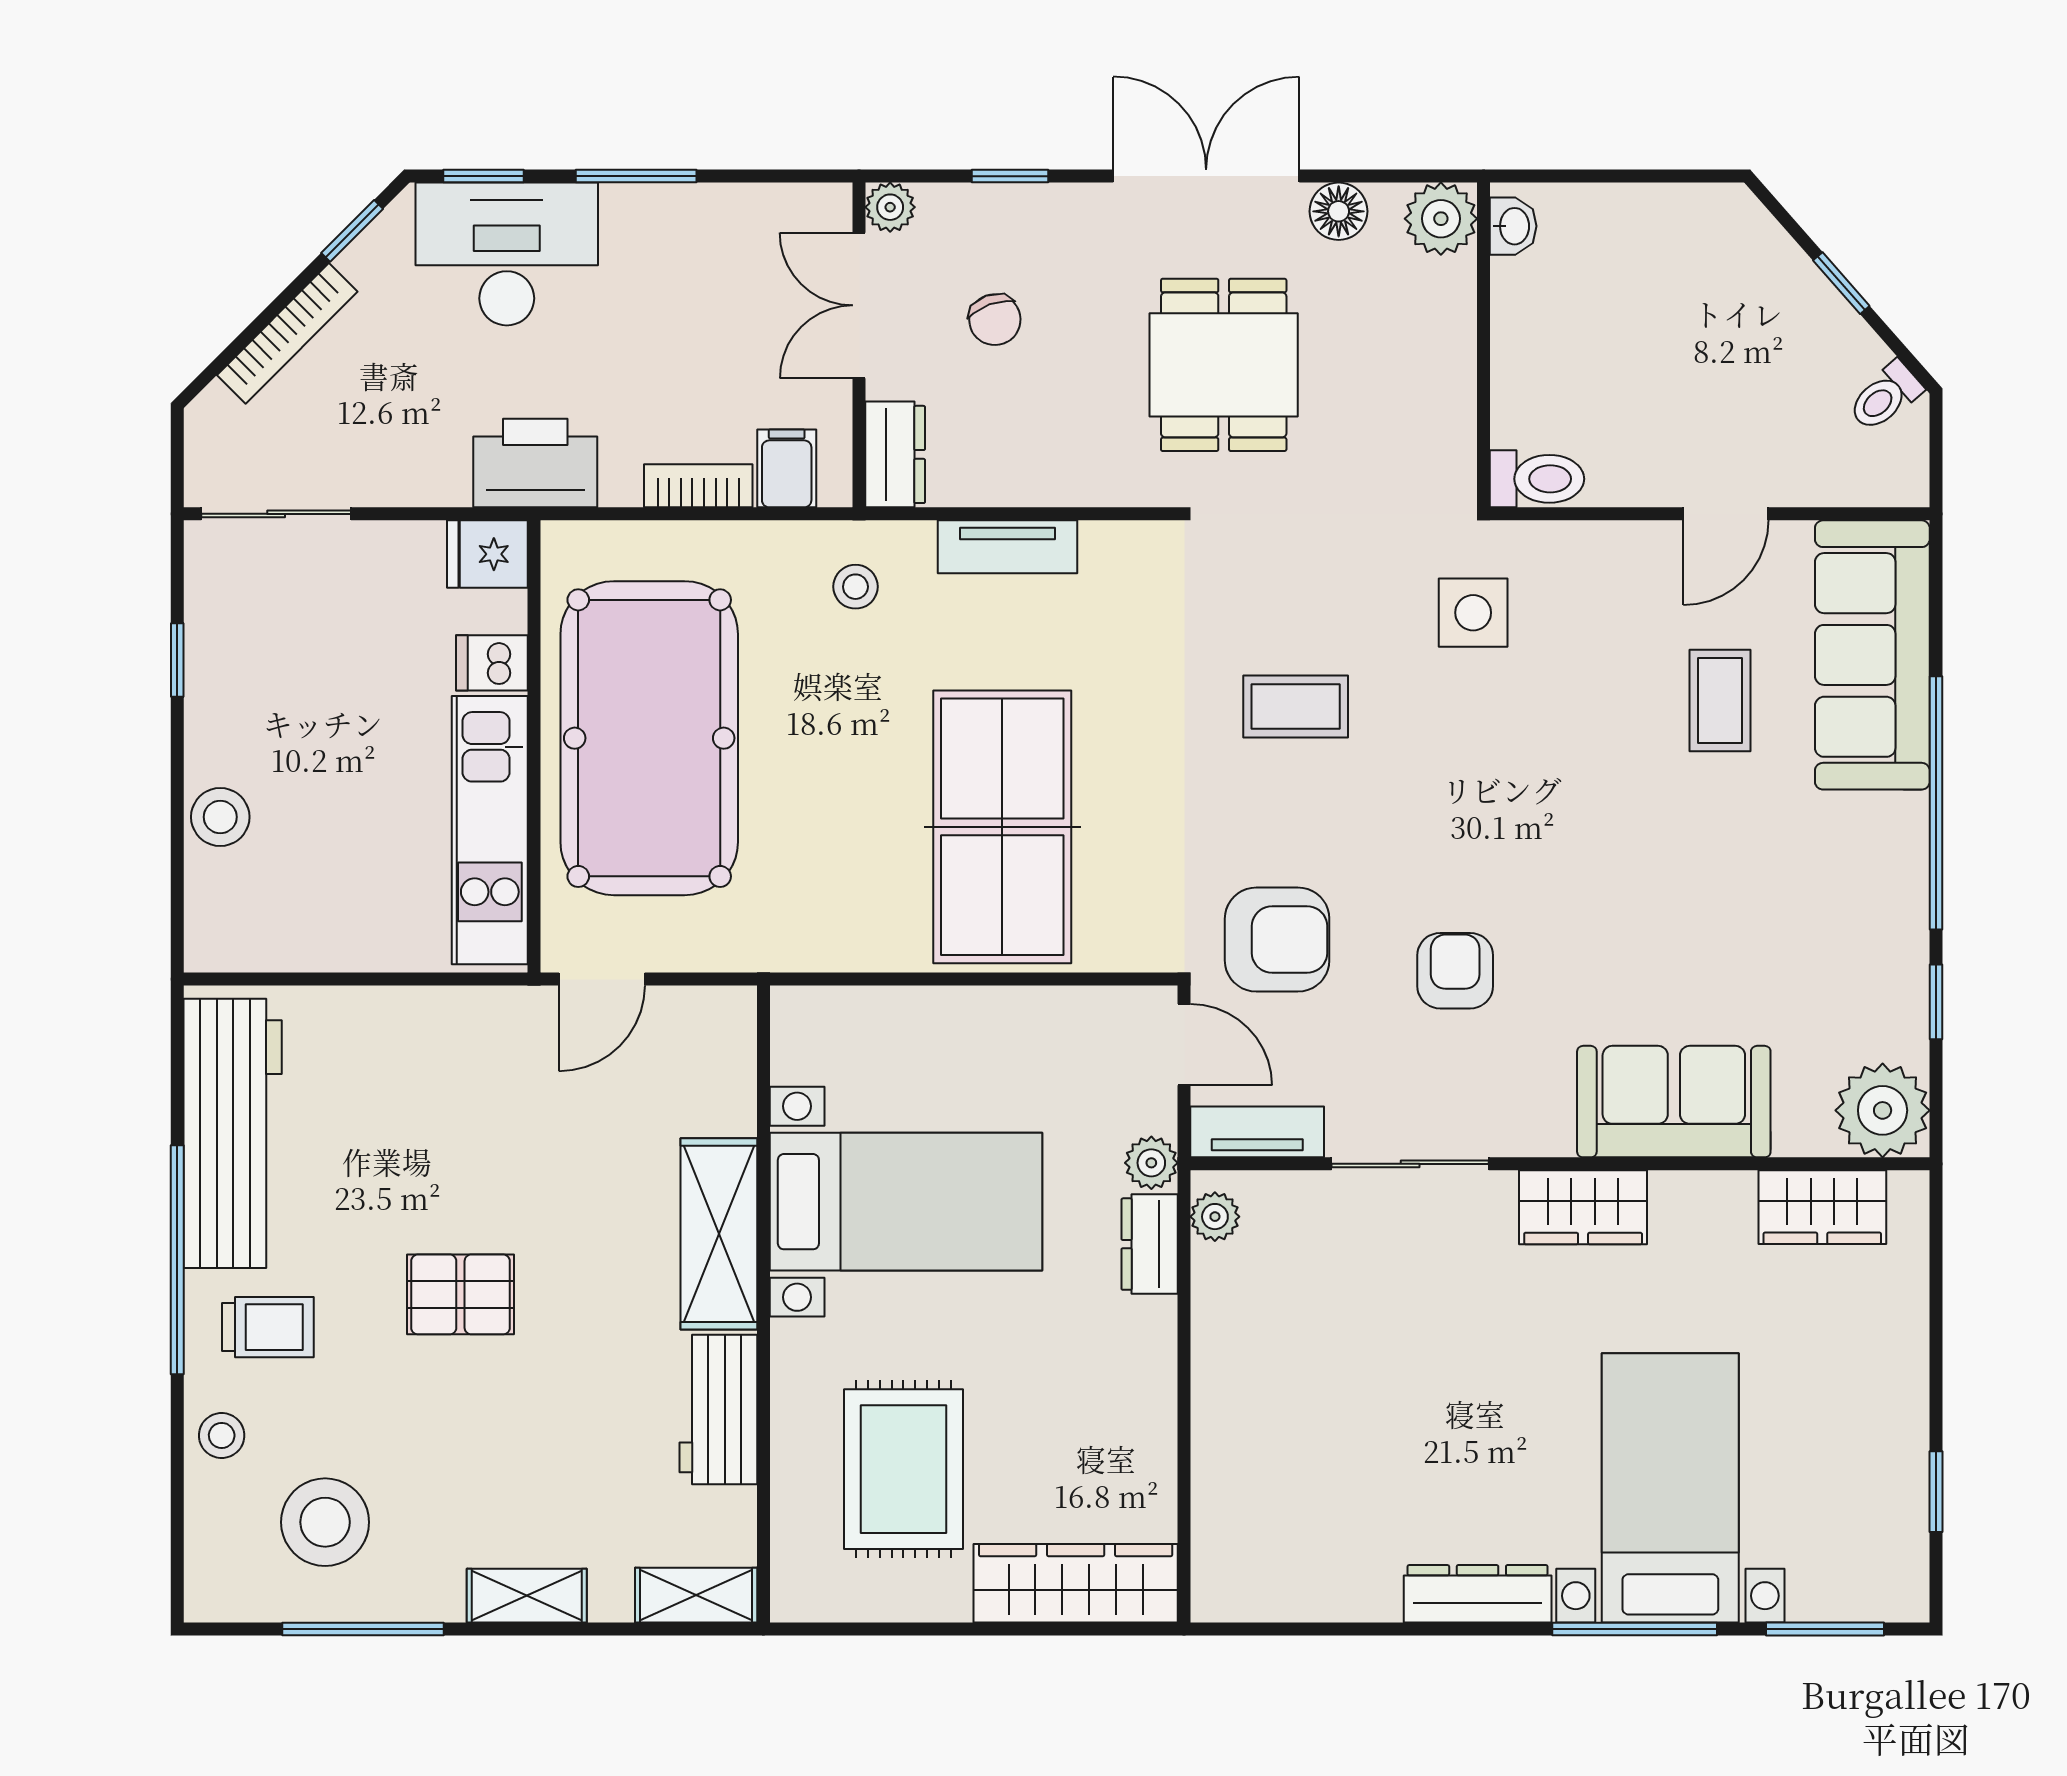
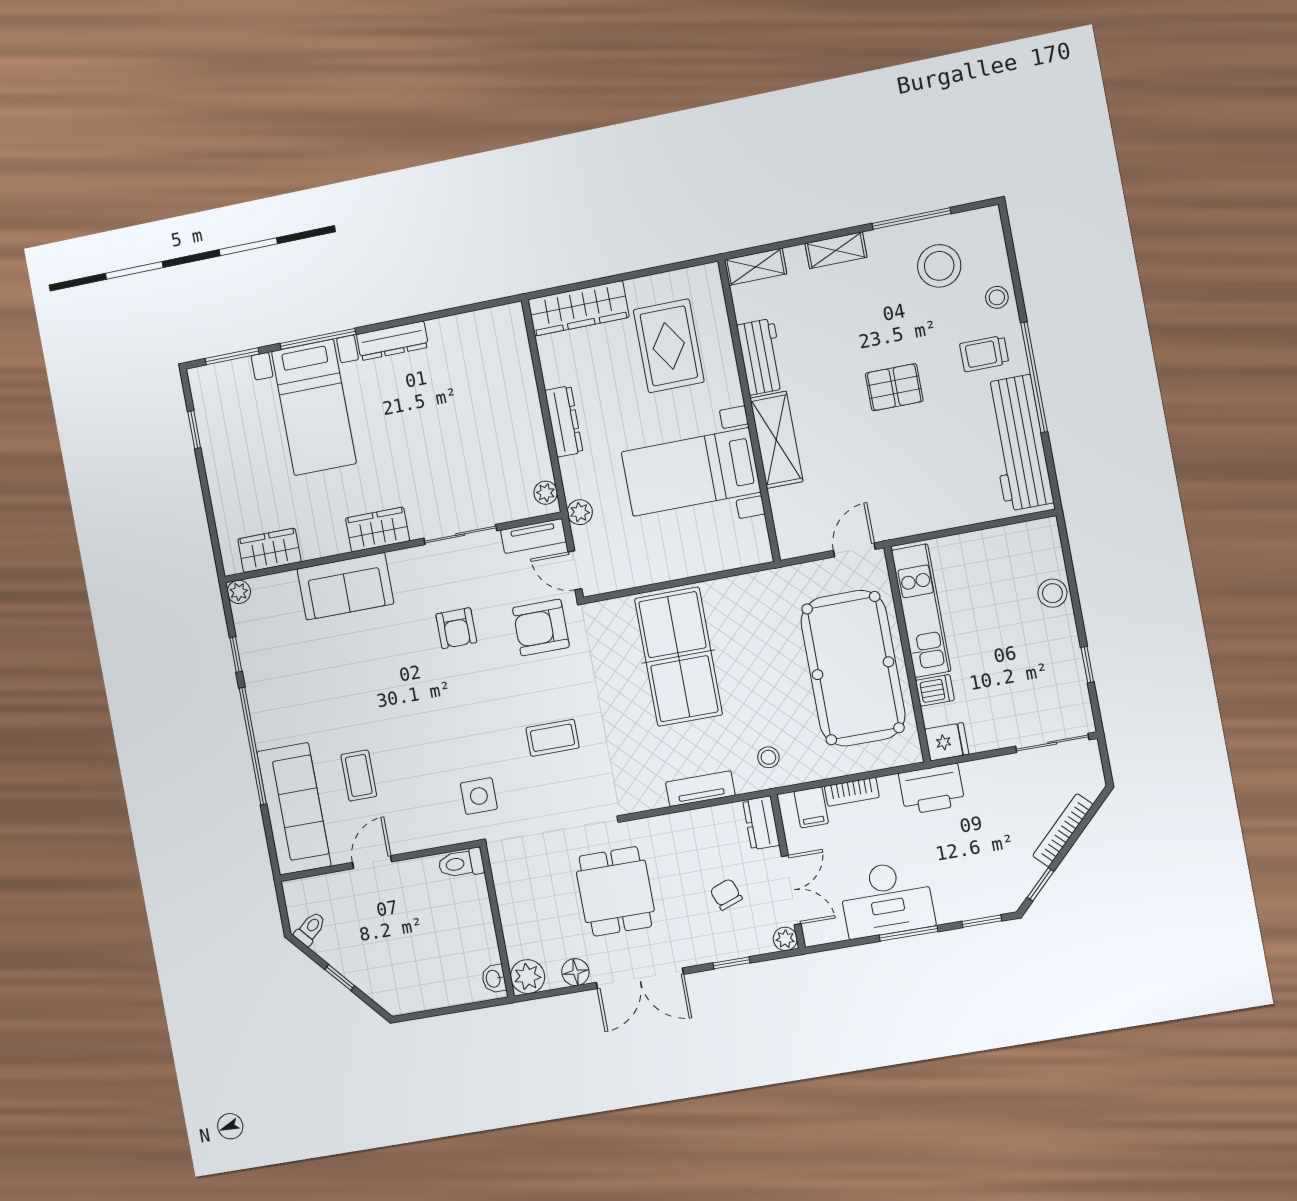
desk: (507, 254) -> (887, 899), moved
plant: (1883, 1110) -> (239, 592), width x0.53, depth x0.53
dresser: (1150, 1244) -> (564, 421), moved, width x1.44

